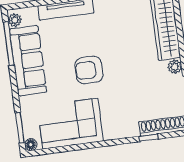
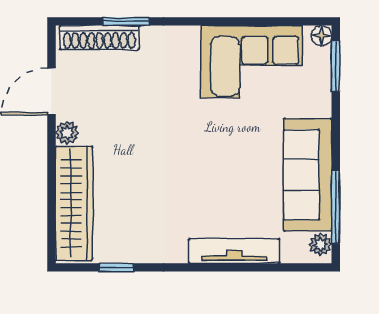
armchair: (89, 70) -> (209, 146), removed
window: (149, 138) -> (126, 21), width x1.50

